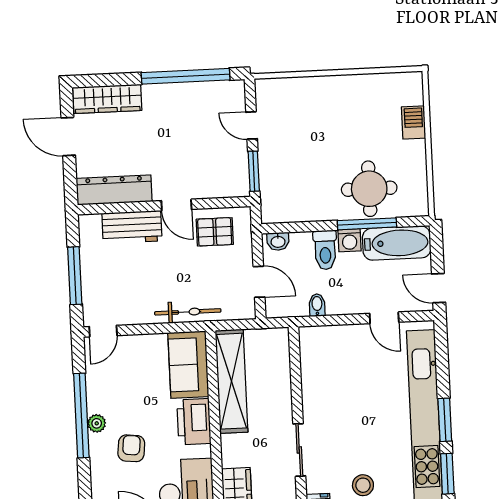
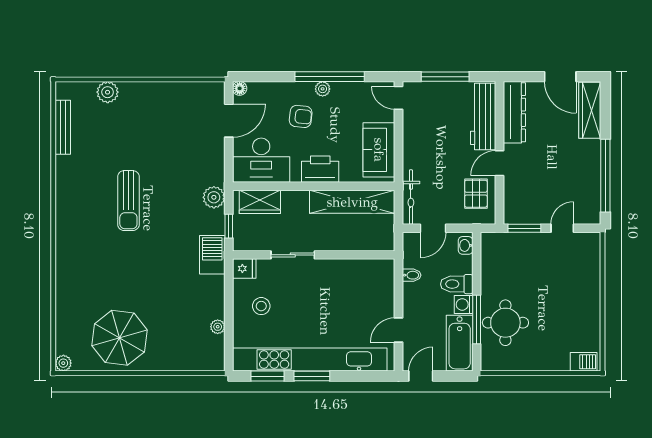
barbecue: (414, 123) -> (584, 362), moved
door: (68, 137) -> (560, 77), swing flipped
workbench: (132, 227) -> (483, 116), width x1.38
bicycle: (188, 312) -> (411, 197), moved
sofa: (188, 365) -> (379, 150), moved, turned -90

